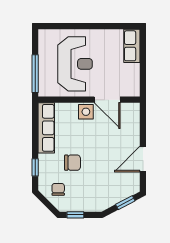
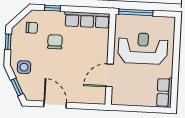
row of seats: (132, 46) -> (165, 93), moved, turned -90
reception desk: (75, 64) -> (143, 48), turned 180
side table: (86, 112) -> (24, 67), moved
chair: (73, 163) -> (55, 42), turned 180

